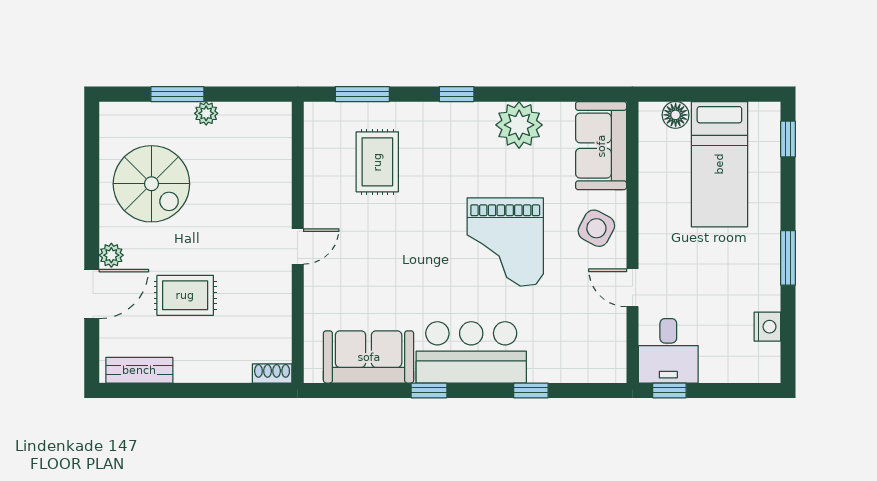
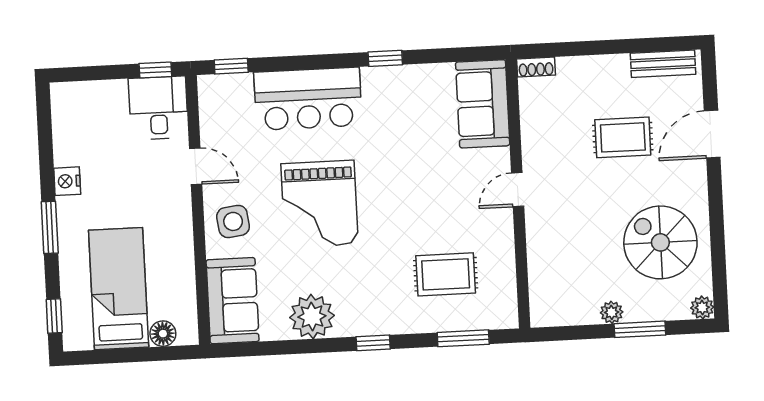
rug: (377, 162) -> (446, 274), turned 90
side table: (596, 228) -> (233, 221), turned -35
grand piano: (505, 242) -> (320, 204), turned 180
plant: (111, 255) -> (702, 307), moved
window: (788, 258) -> (50, 227), moved
nightstand: (767, 327) -> (67, 181), moved
bar counter: (471, 352) -> (308, 99), moved
sofa: (369, 357) -> (483, 104), moved, turned 90
window: (531, 390) -> (231, 66), moved

